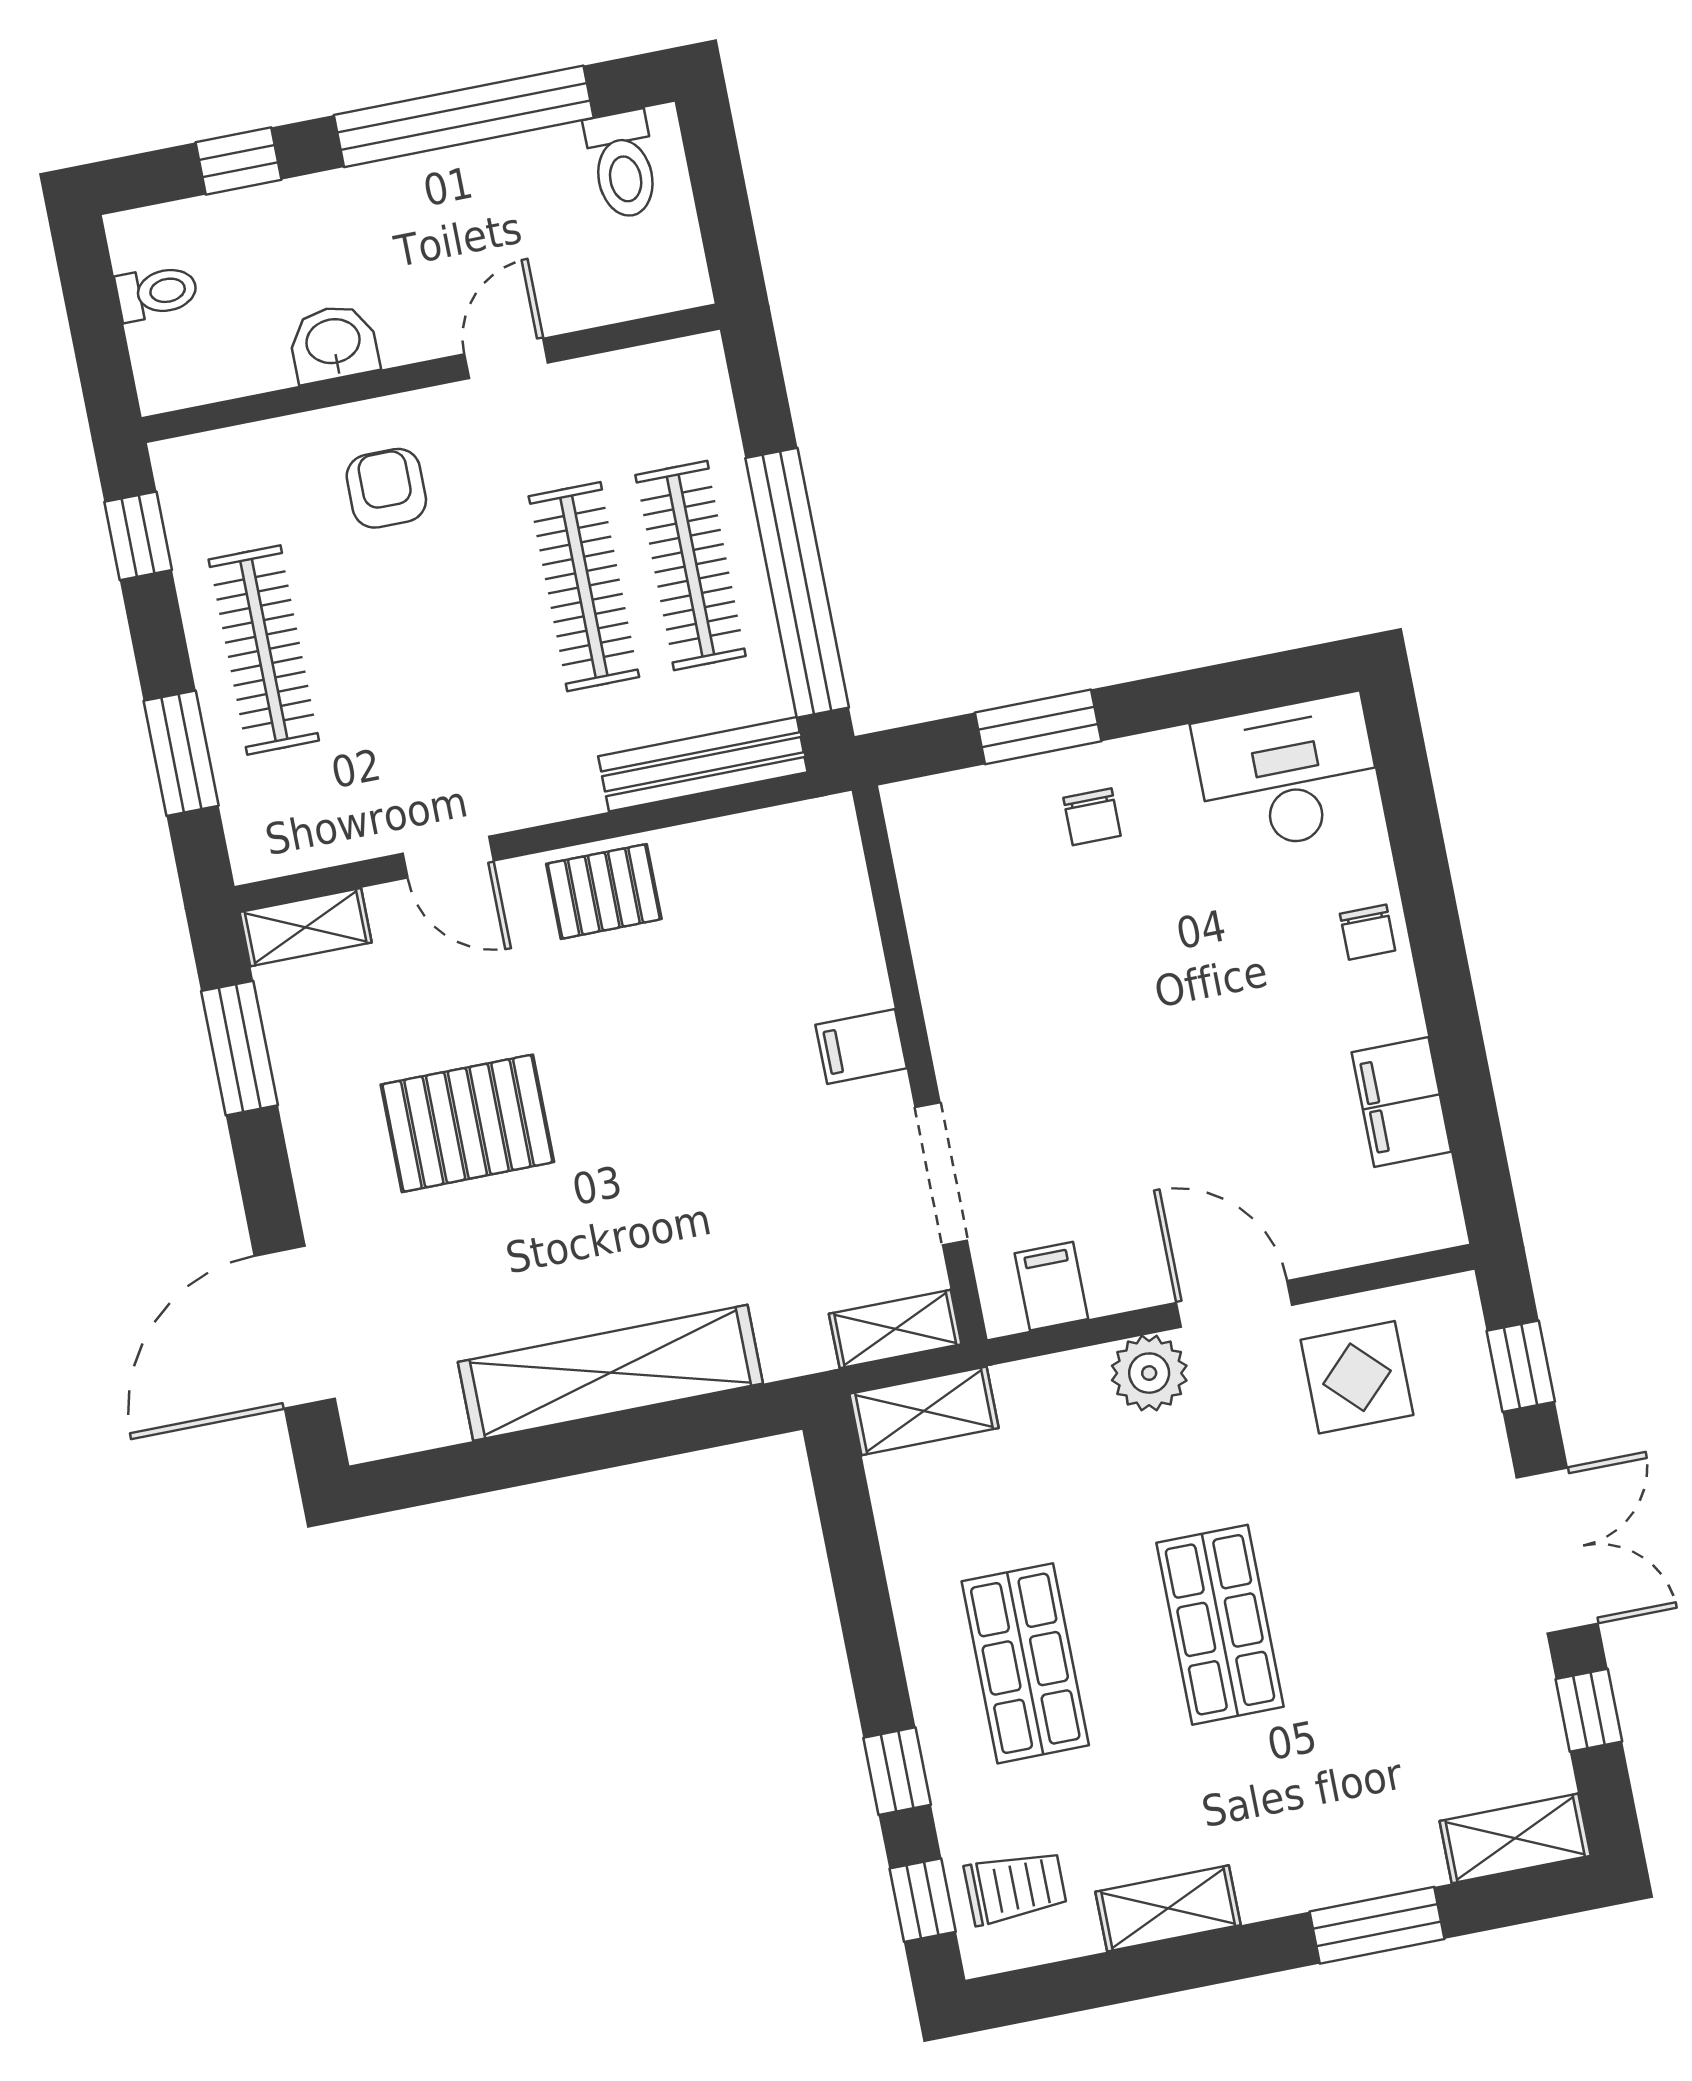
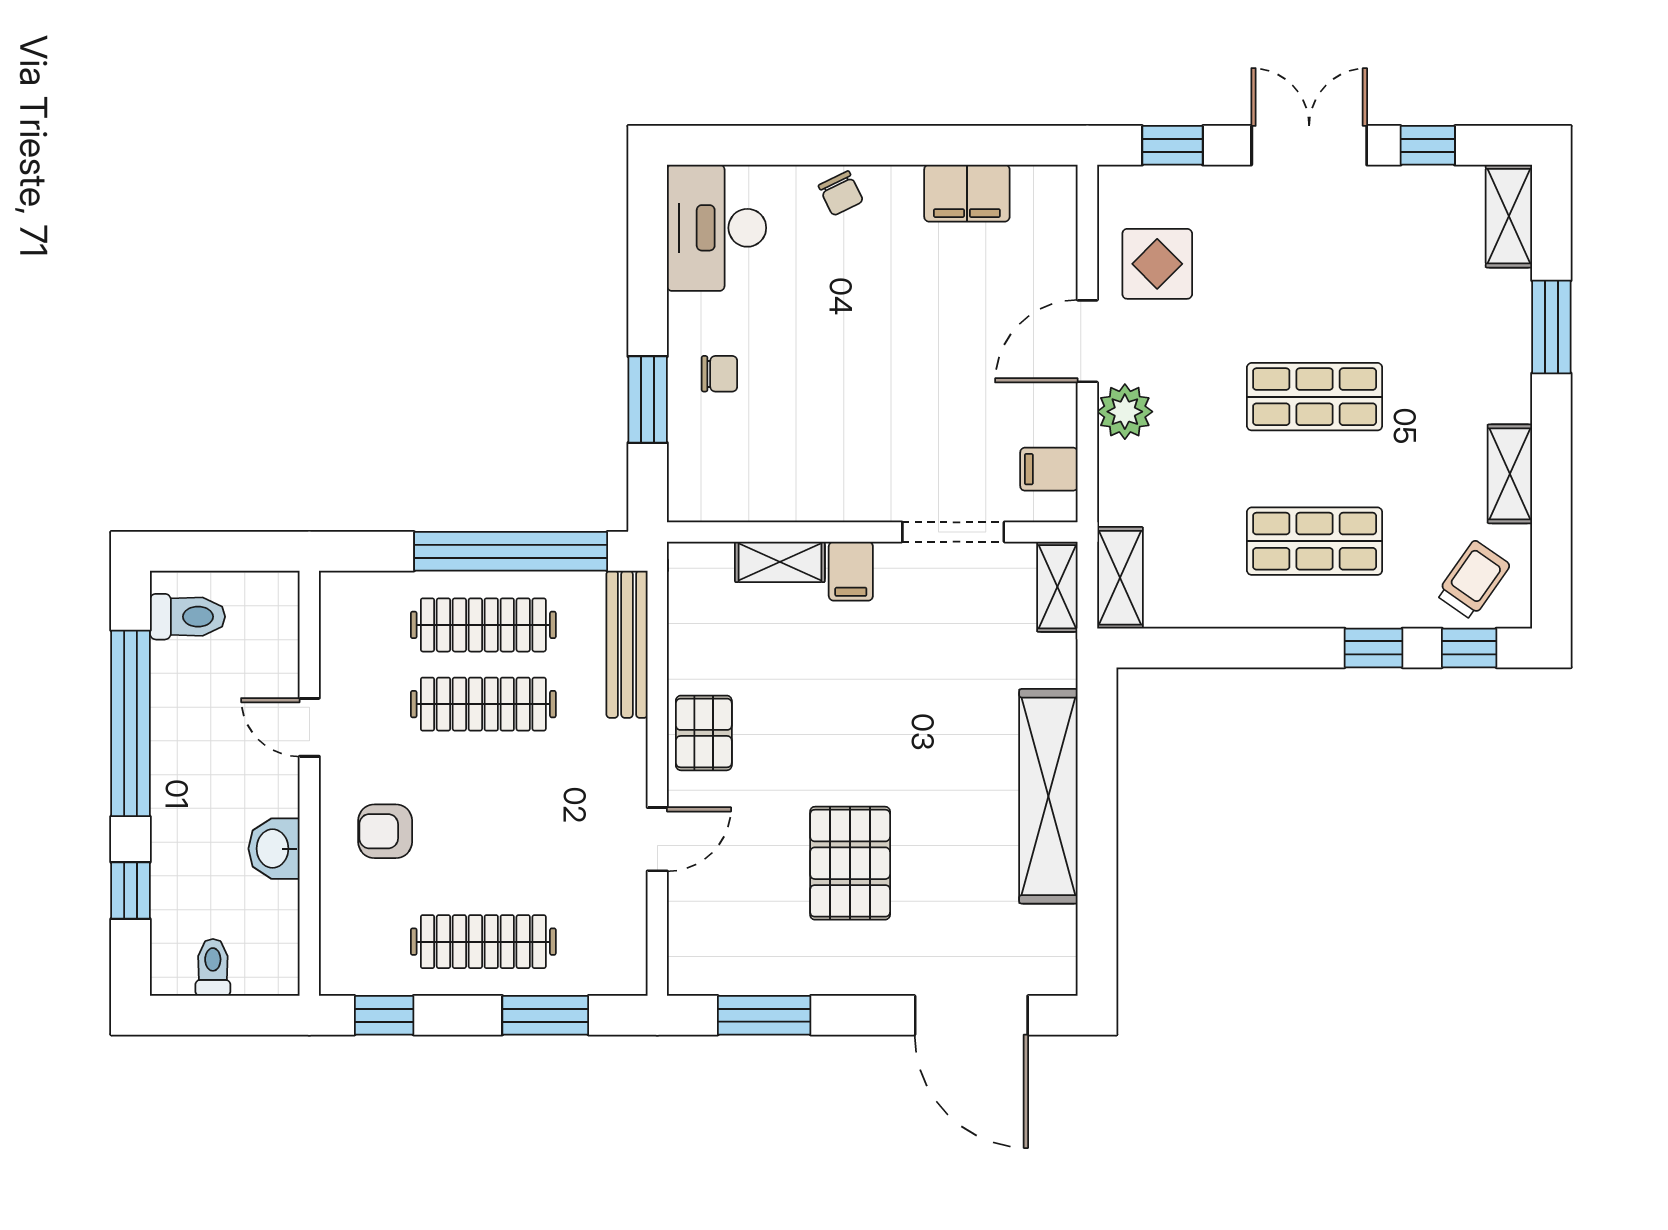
shelving: (306, 927) -> (780, 562), moved, turned 90
chair: (1368, 932) -> (841, 193), turned 64
trolley: (1015, 1887) -> (1473, 580), turned 35

